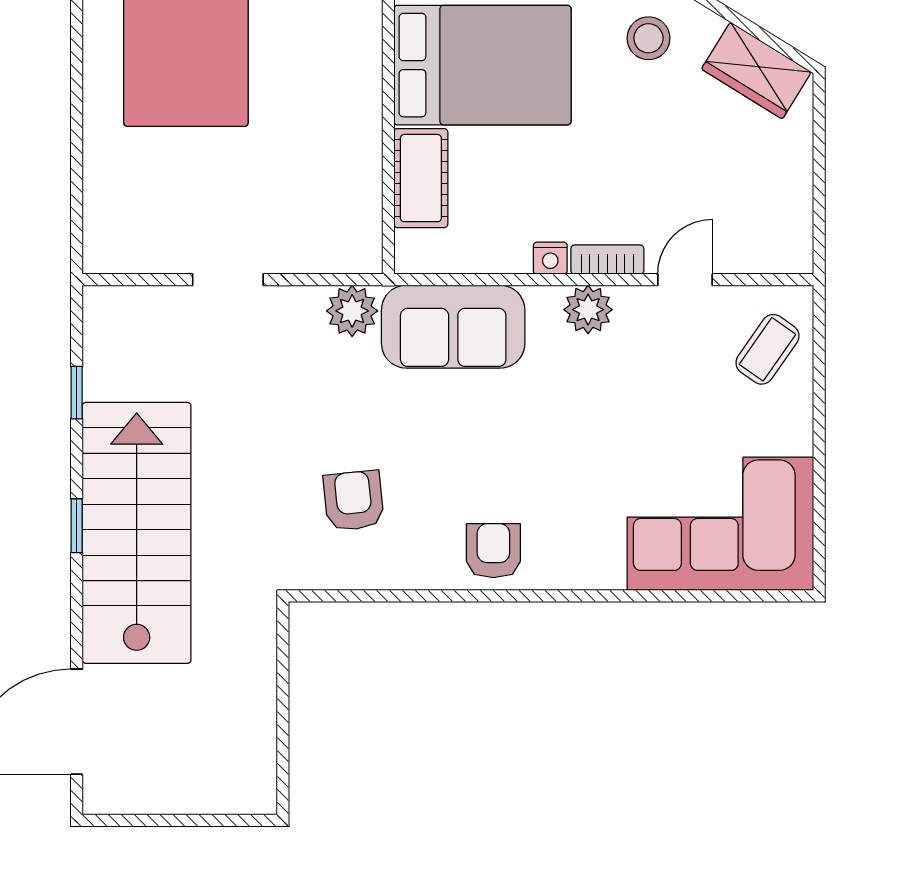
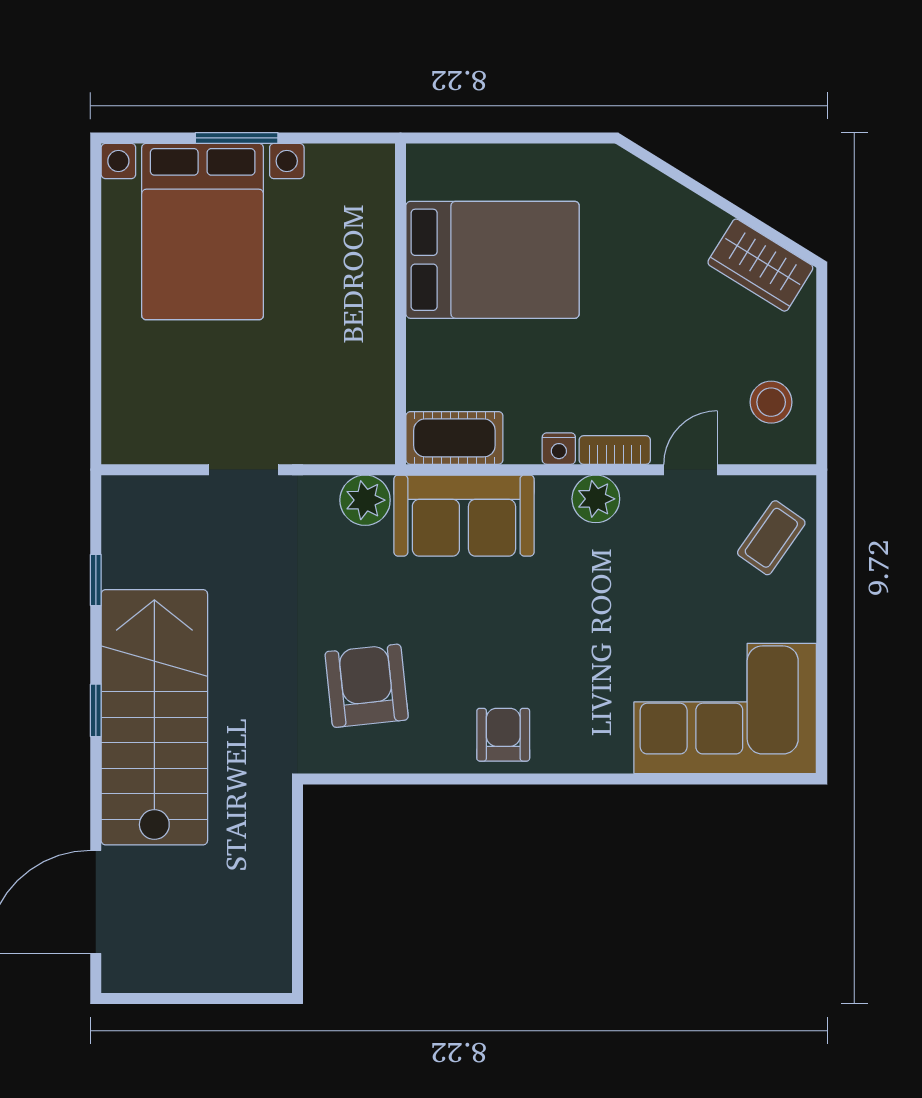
stool: (648, 38) -> (771, 402), moved
cot: (421, 178) -> (454, 438), moved, turned 90
armchair: (354, 501) -> (367, 686), width x1.38, depth x1.38

